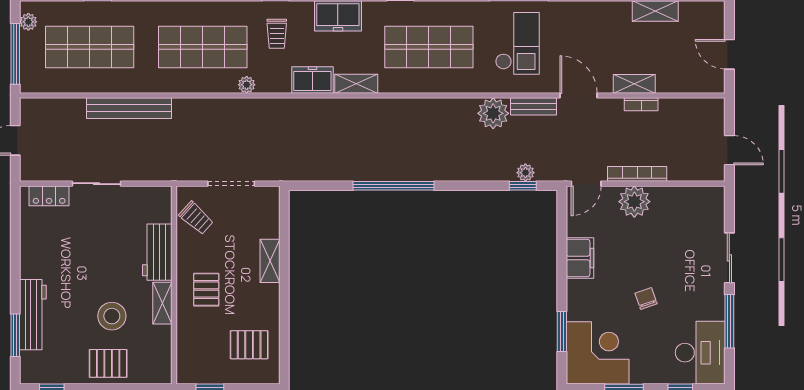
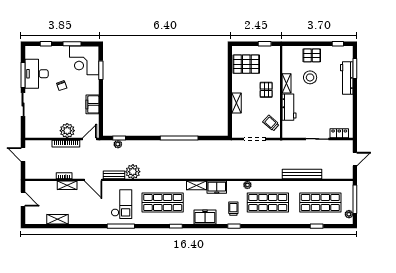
checkout: (517, 43) -> (122, 204), turned 180
pallet: (249, 345) -> (246, 64), width x1.50, depth x1.42
desk: (700, 353) -> (37, 74), moved

